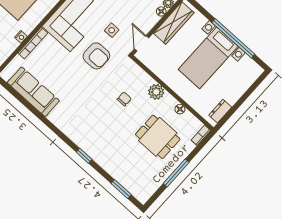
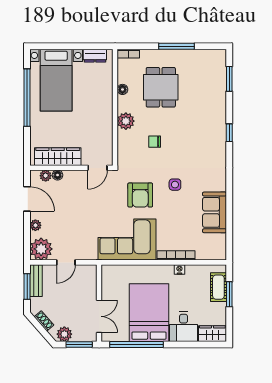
side table: (112, 30) -> (175, 185), moved
armchair: (96, 56) -> (140, 195), turned 180
bed with nightstands: (208, 58) -> (56, 80), moved, turned 90
sofa: (33, 92) -> (215, 212), width x0.73

